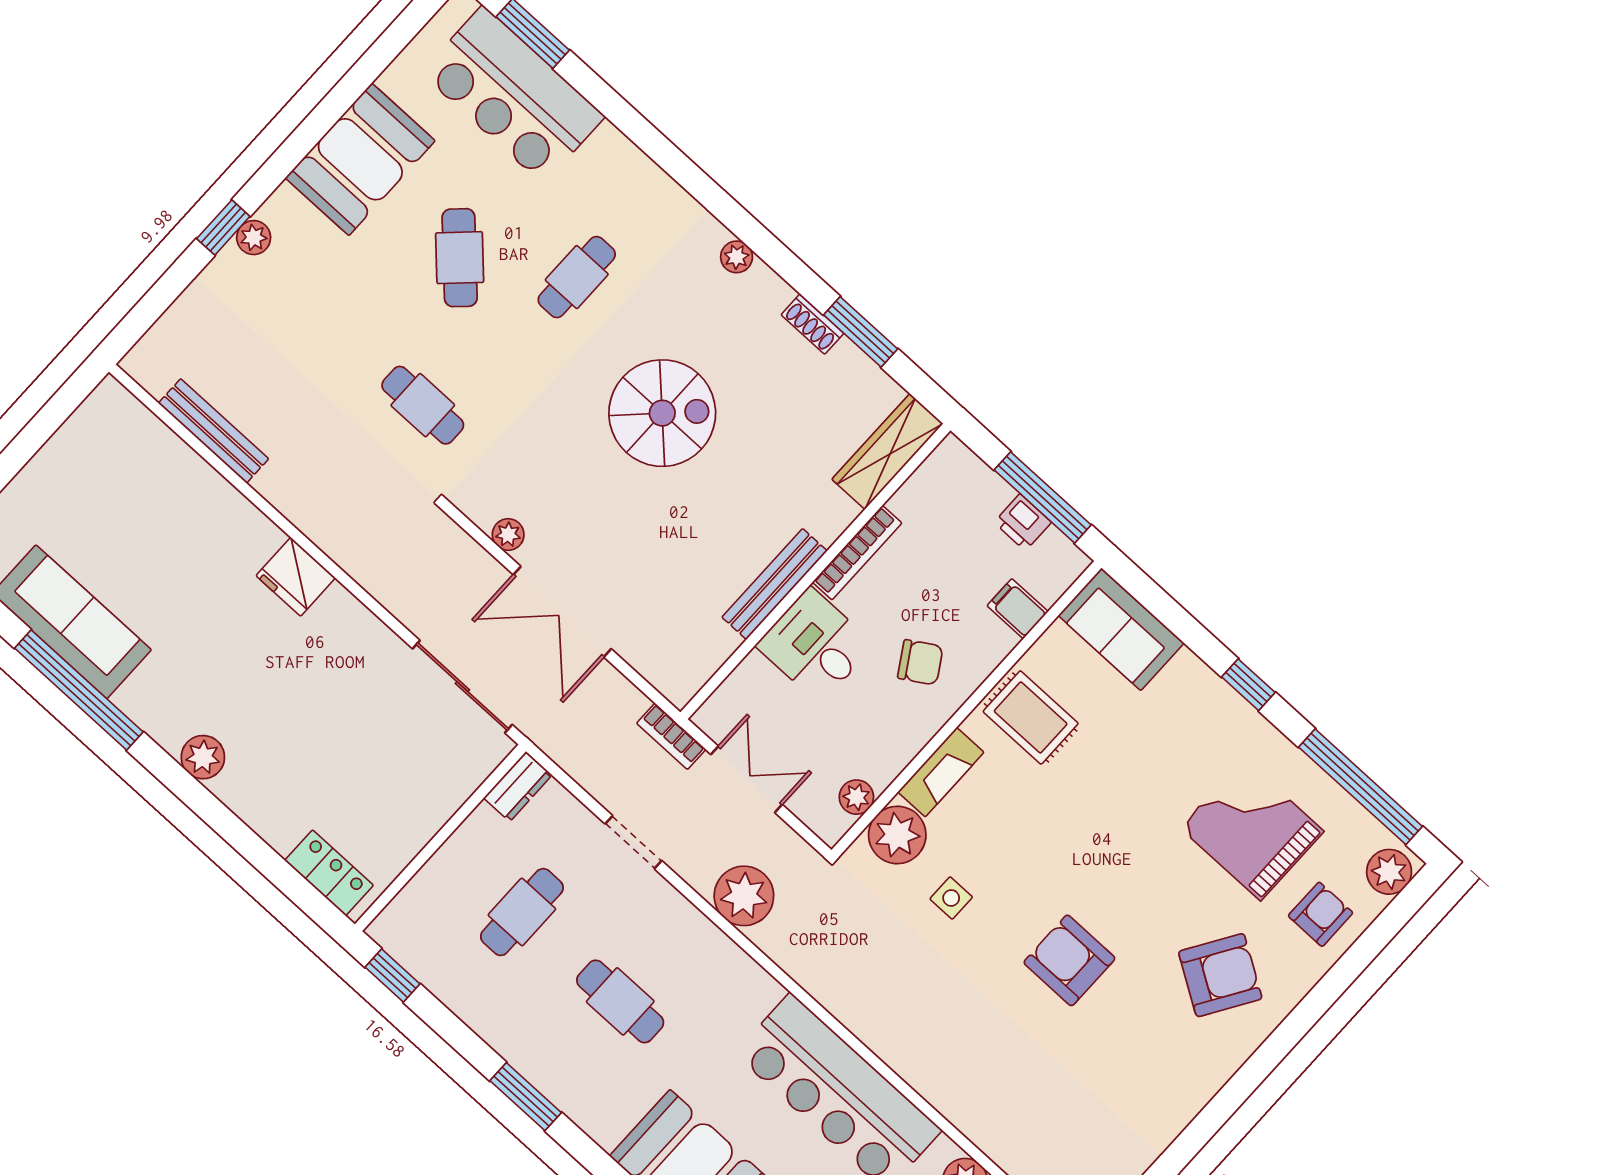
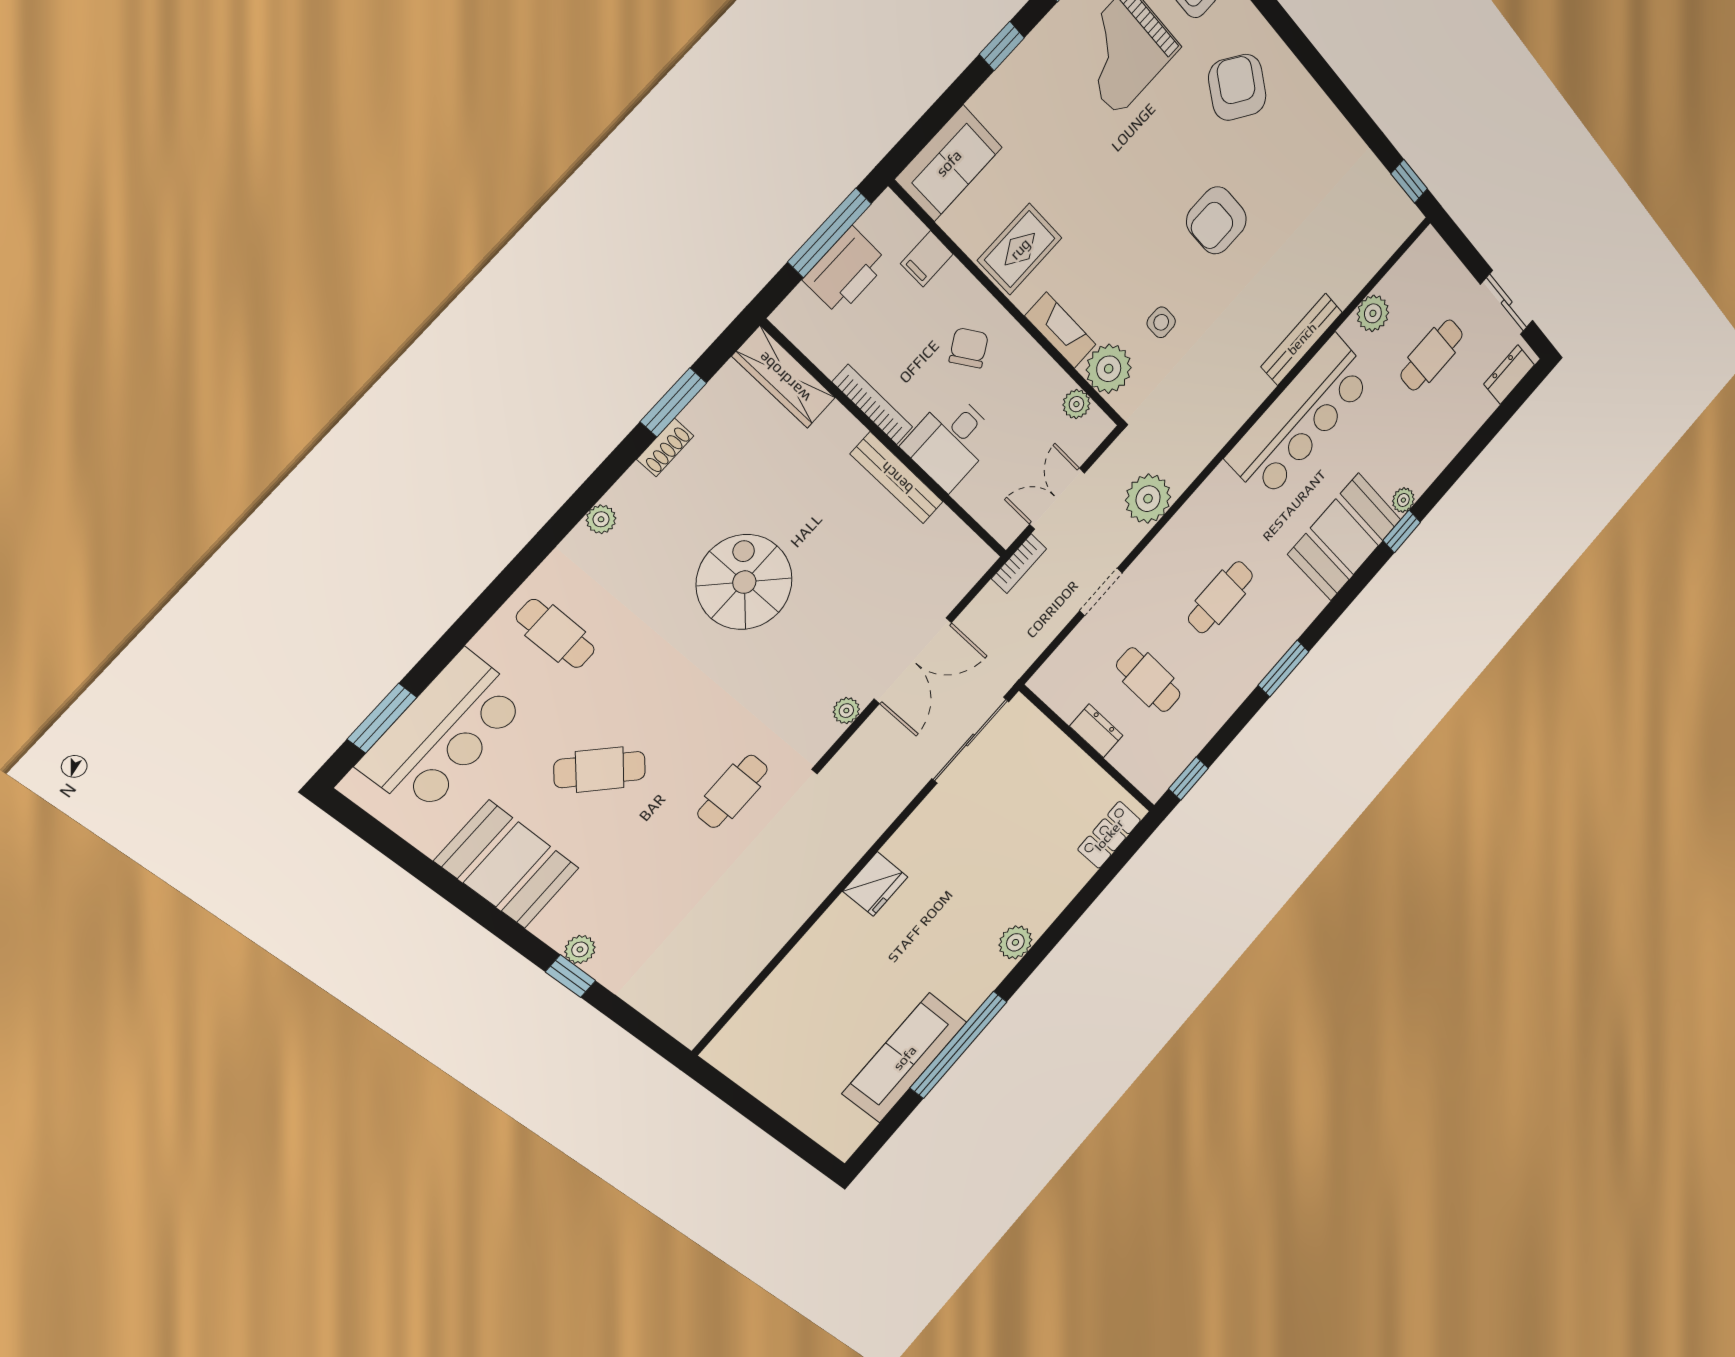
cafe table: (577, 277) -> (555, 634), moved
bench: (214, 431) -> (1302, 339), moved
printer: (1023, 522) -> (846, 271), width x1.87, depth x1.48
dresser: (518, 786) -> (1096, 731), moved

